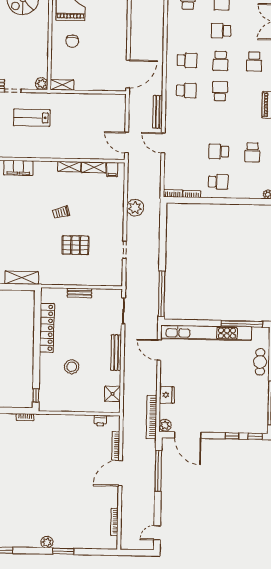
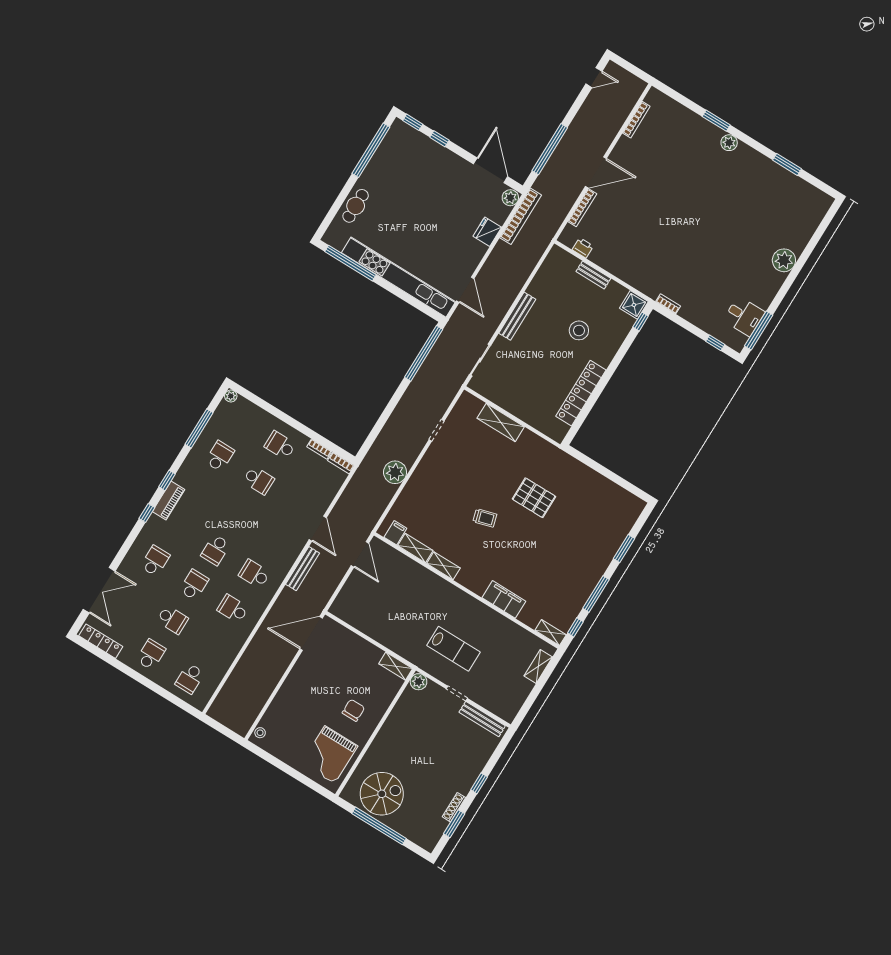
pallet: (76, 245) -> (534, 498), moved
shelving: (22, 278) -> (501, 423), moved
bench: (79, 293) -> (593, 275), moved
shower: (113, 394) -> (634, 305), moved

